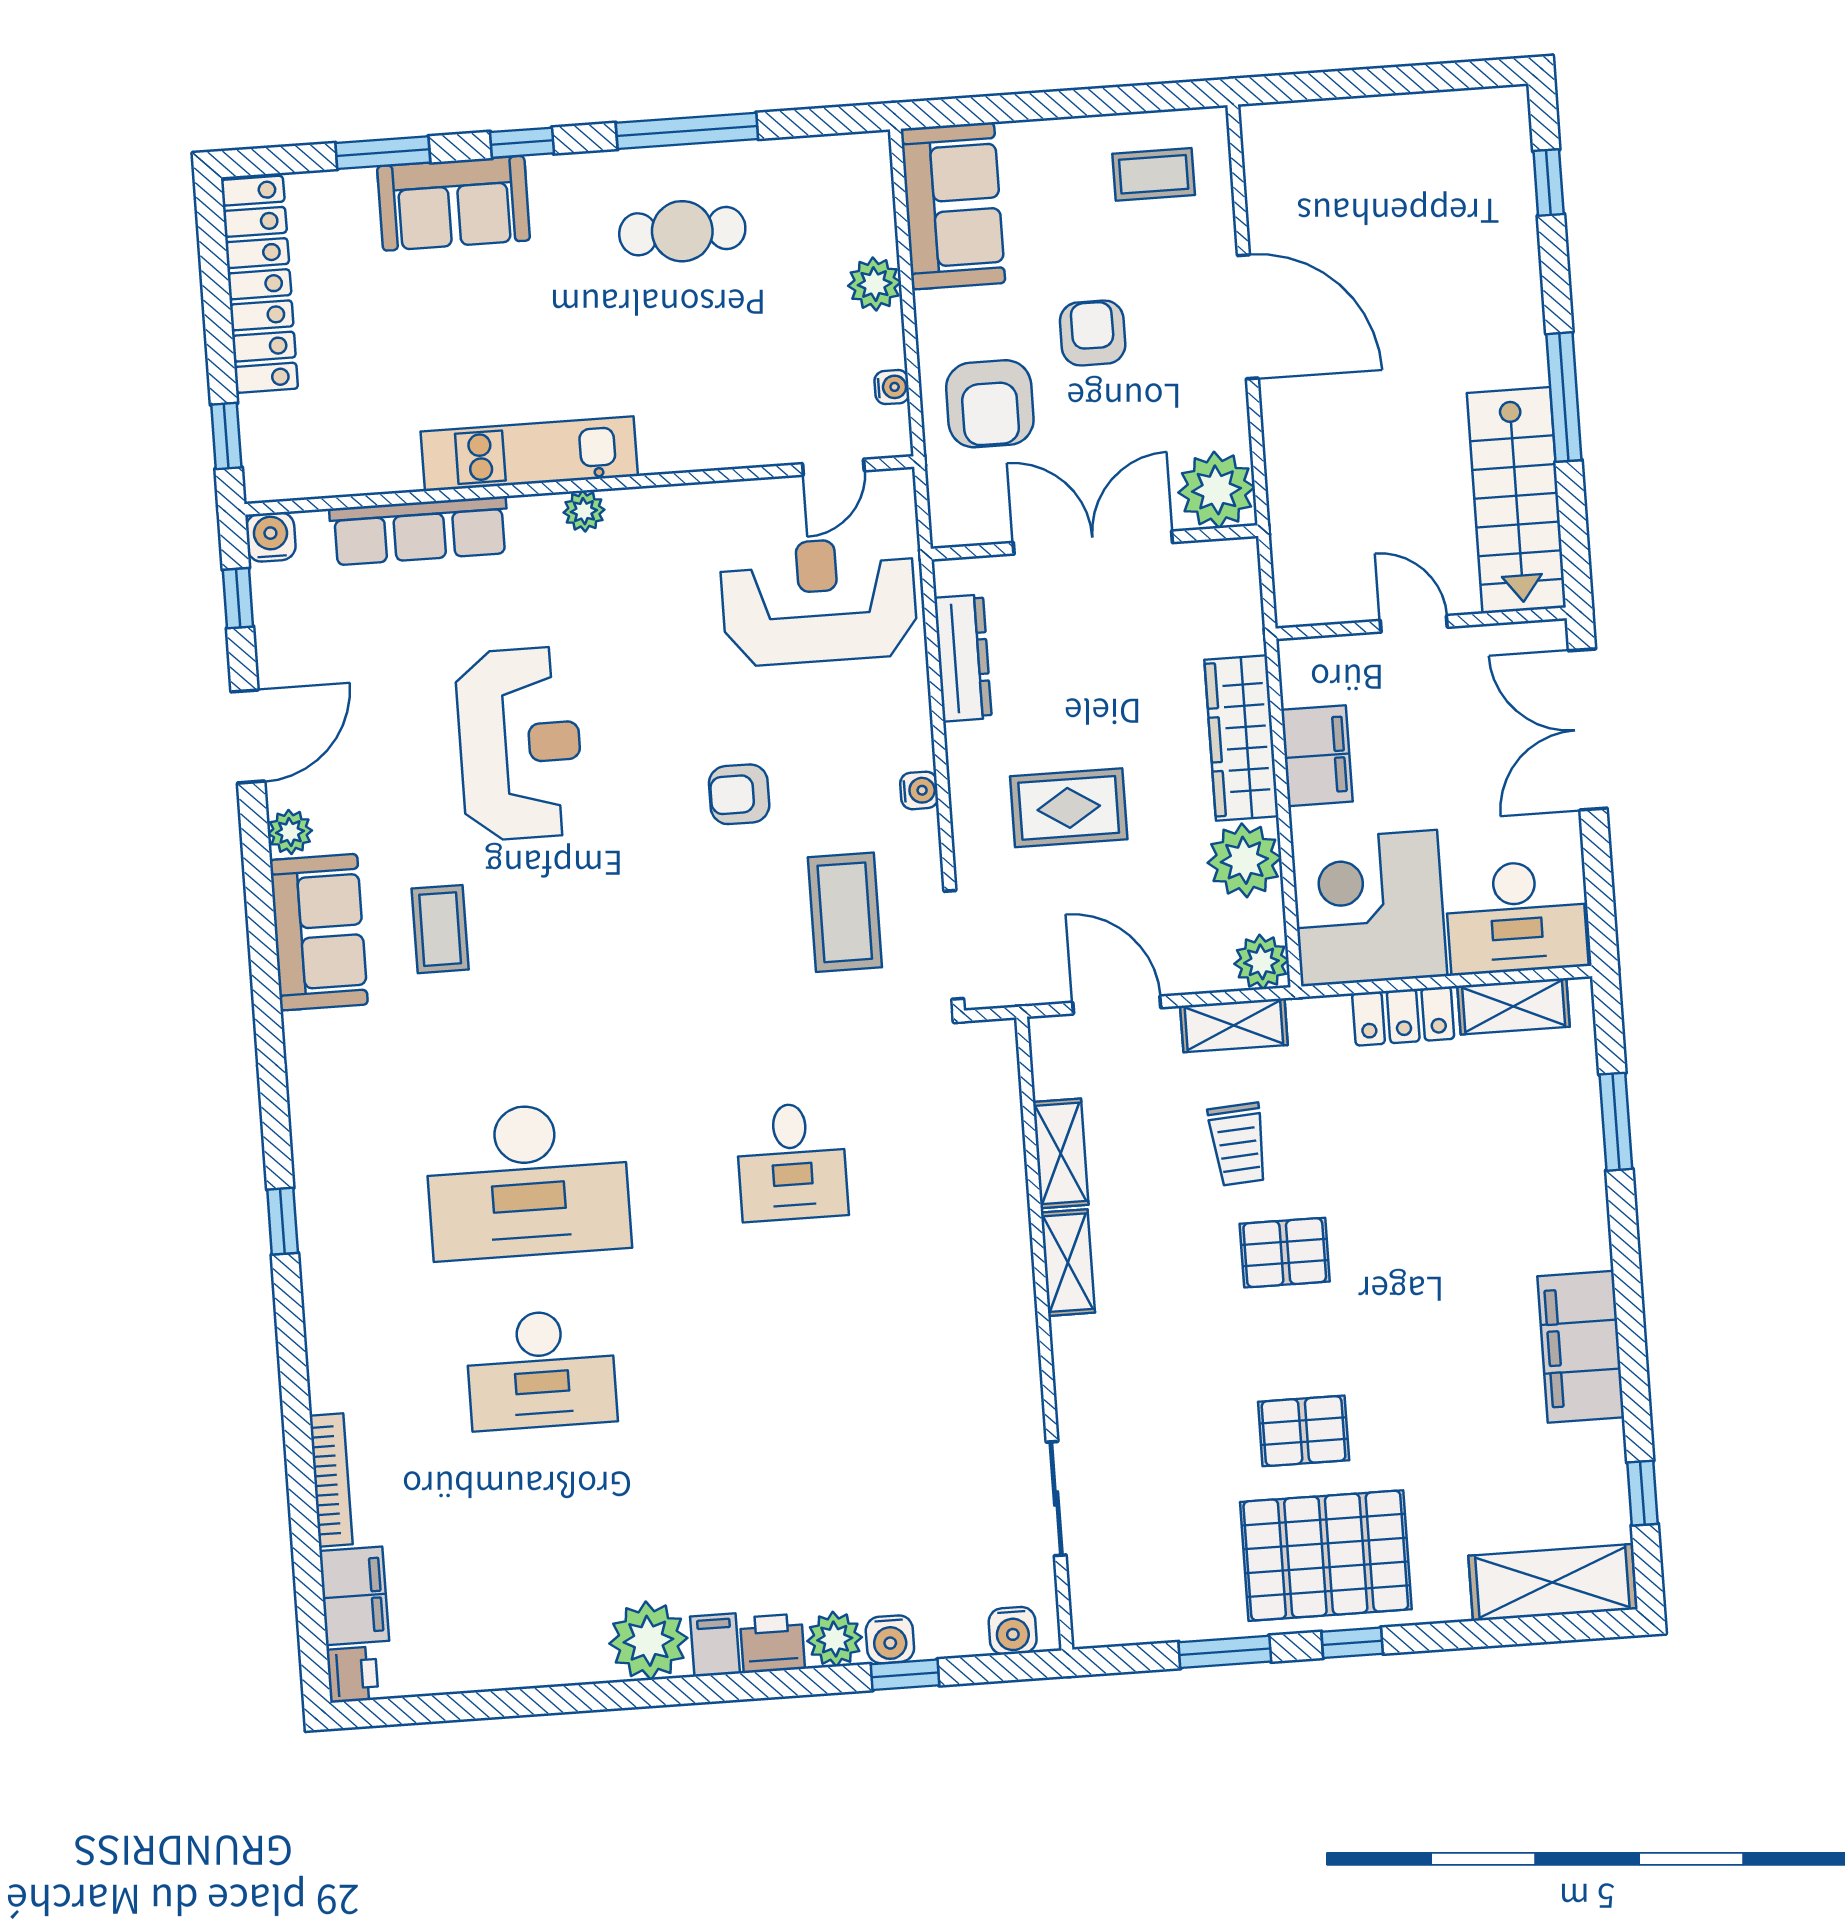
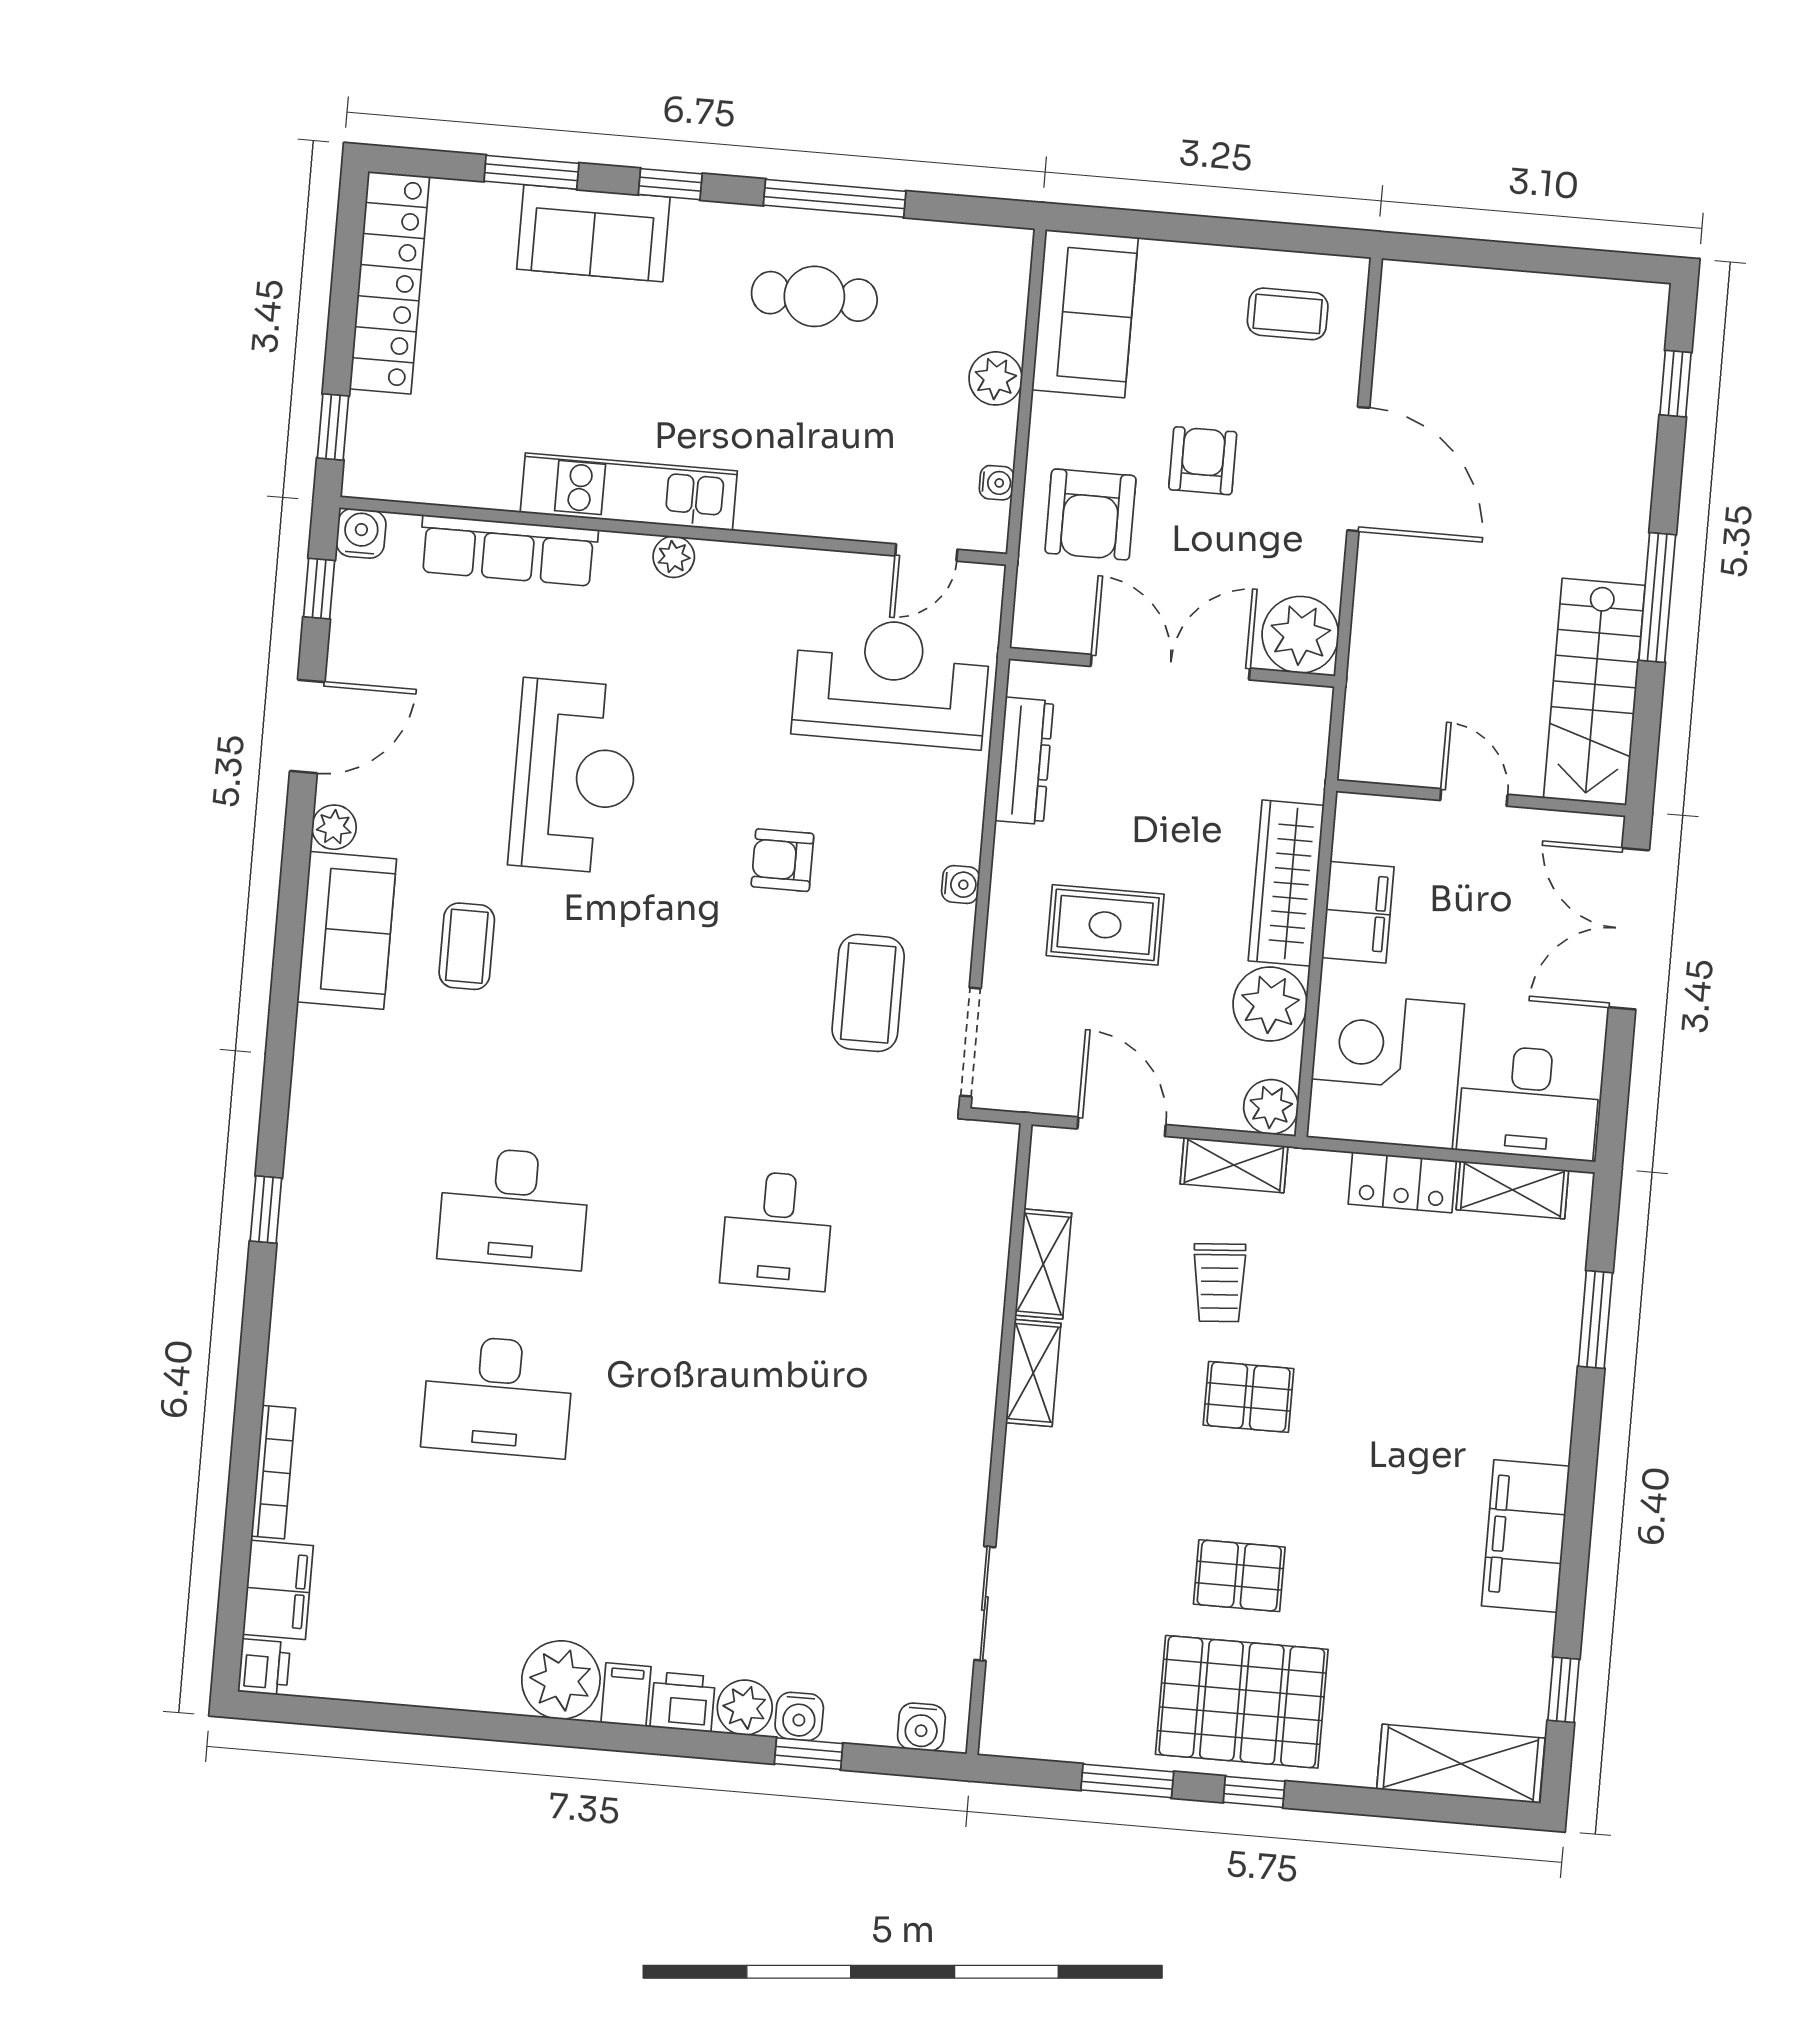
desk: (528, 1181) -> (514, 1208), width x0.73, depth x0.77

